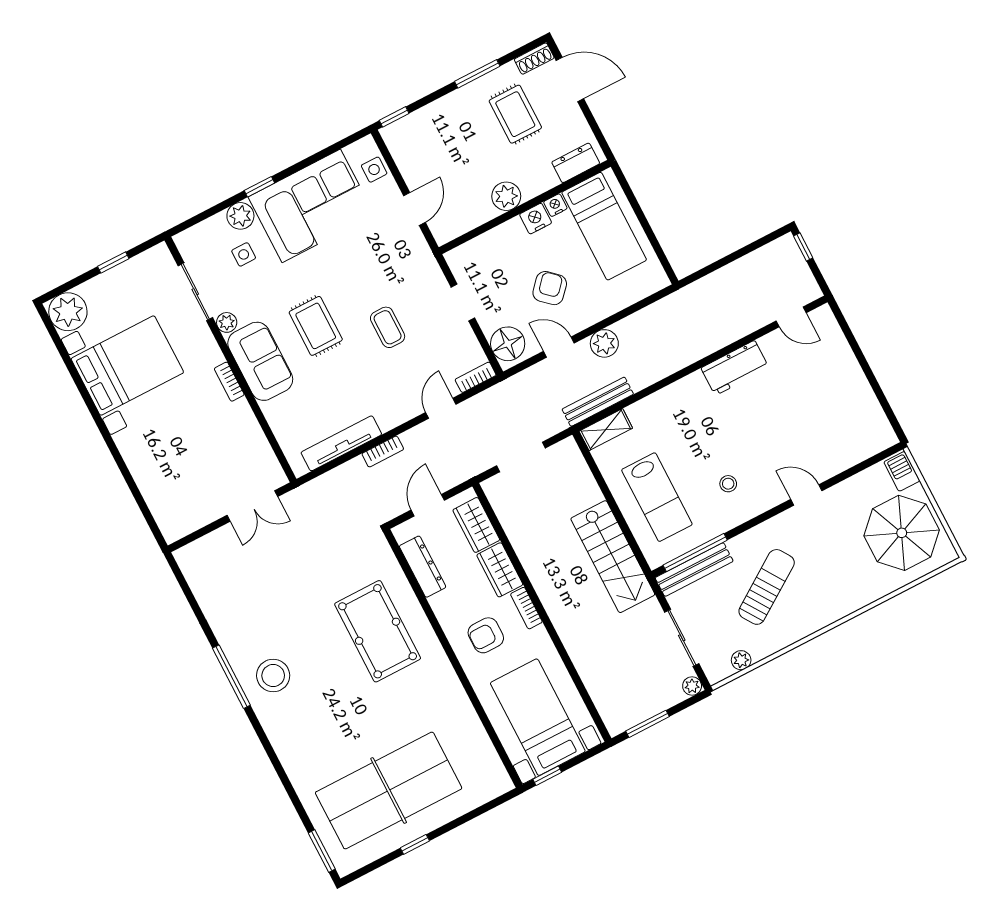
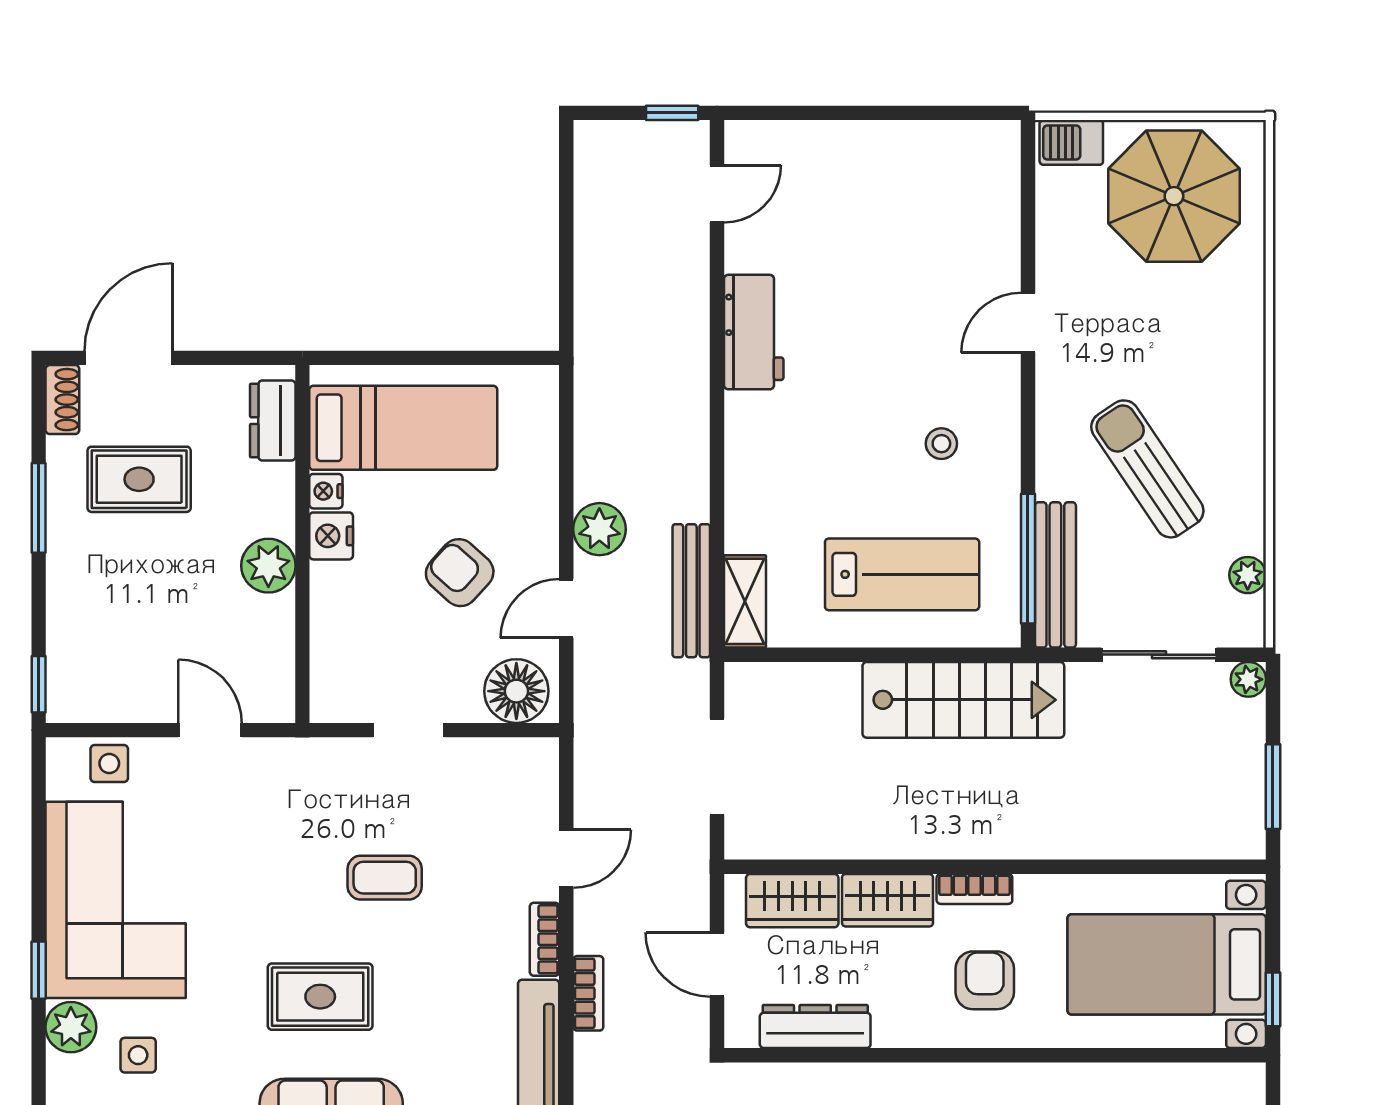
window: (803, 247) -> (672, 113), moved
bookcase: (476, 377) -> (545, 939), moved
door: (441, 408) -> (566, 859), swing flipped
armchair: (486, 635) -> (985, 980), turned 180

